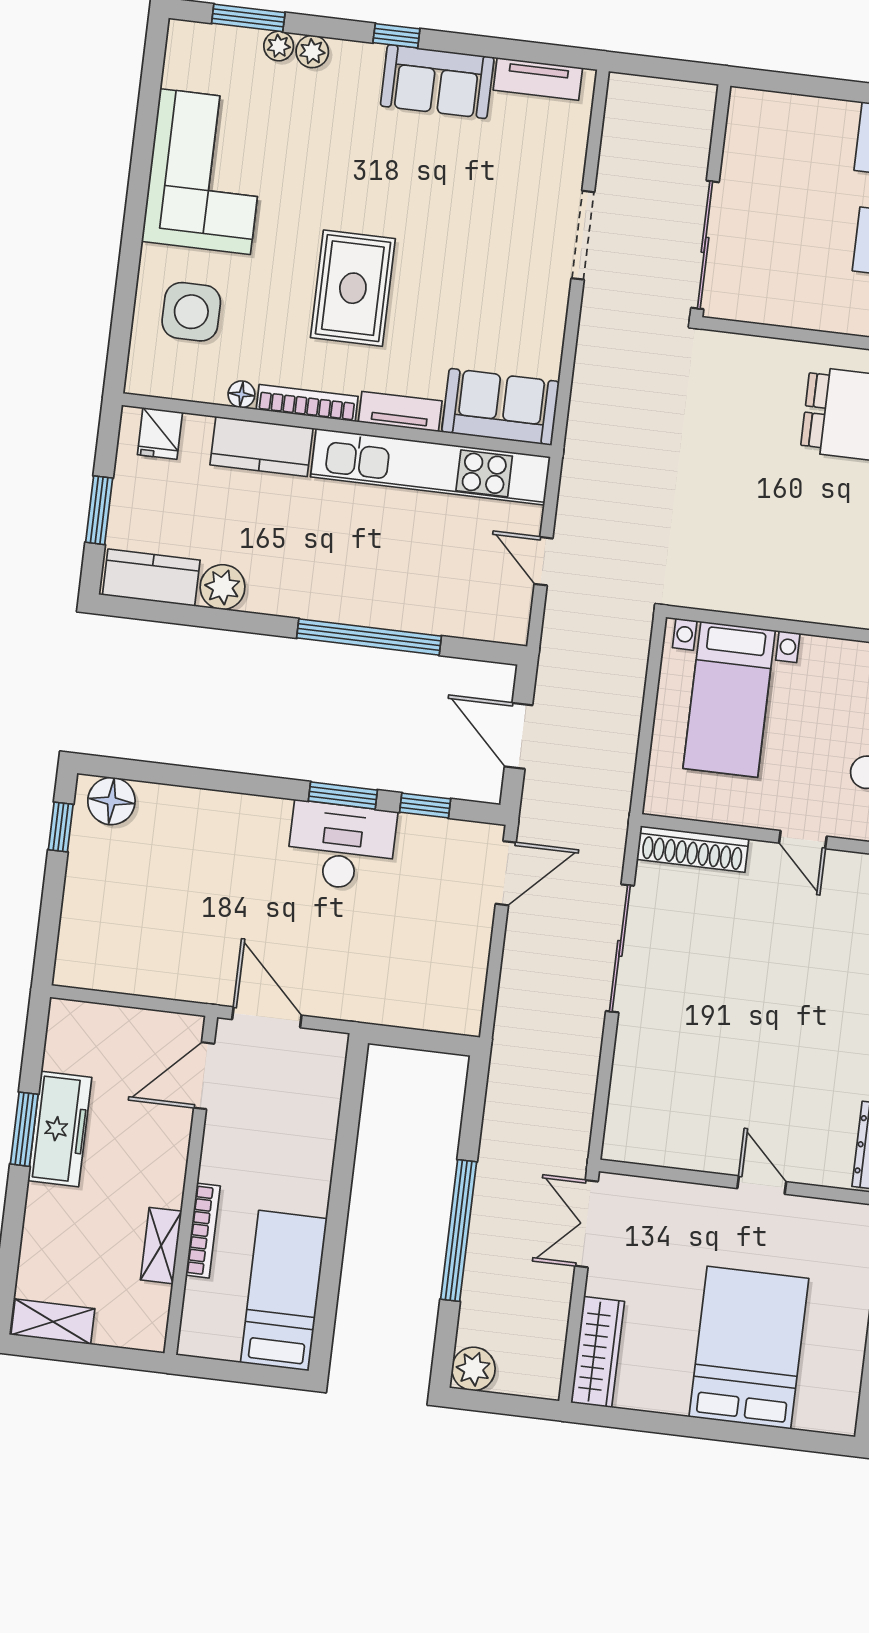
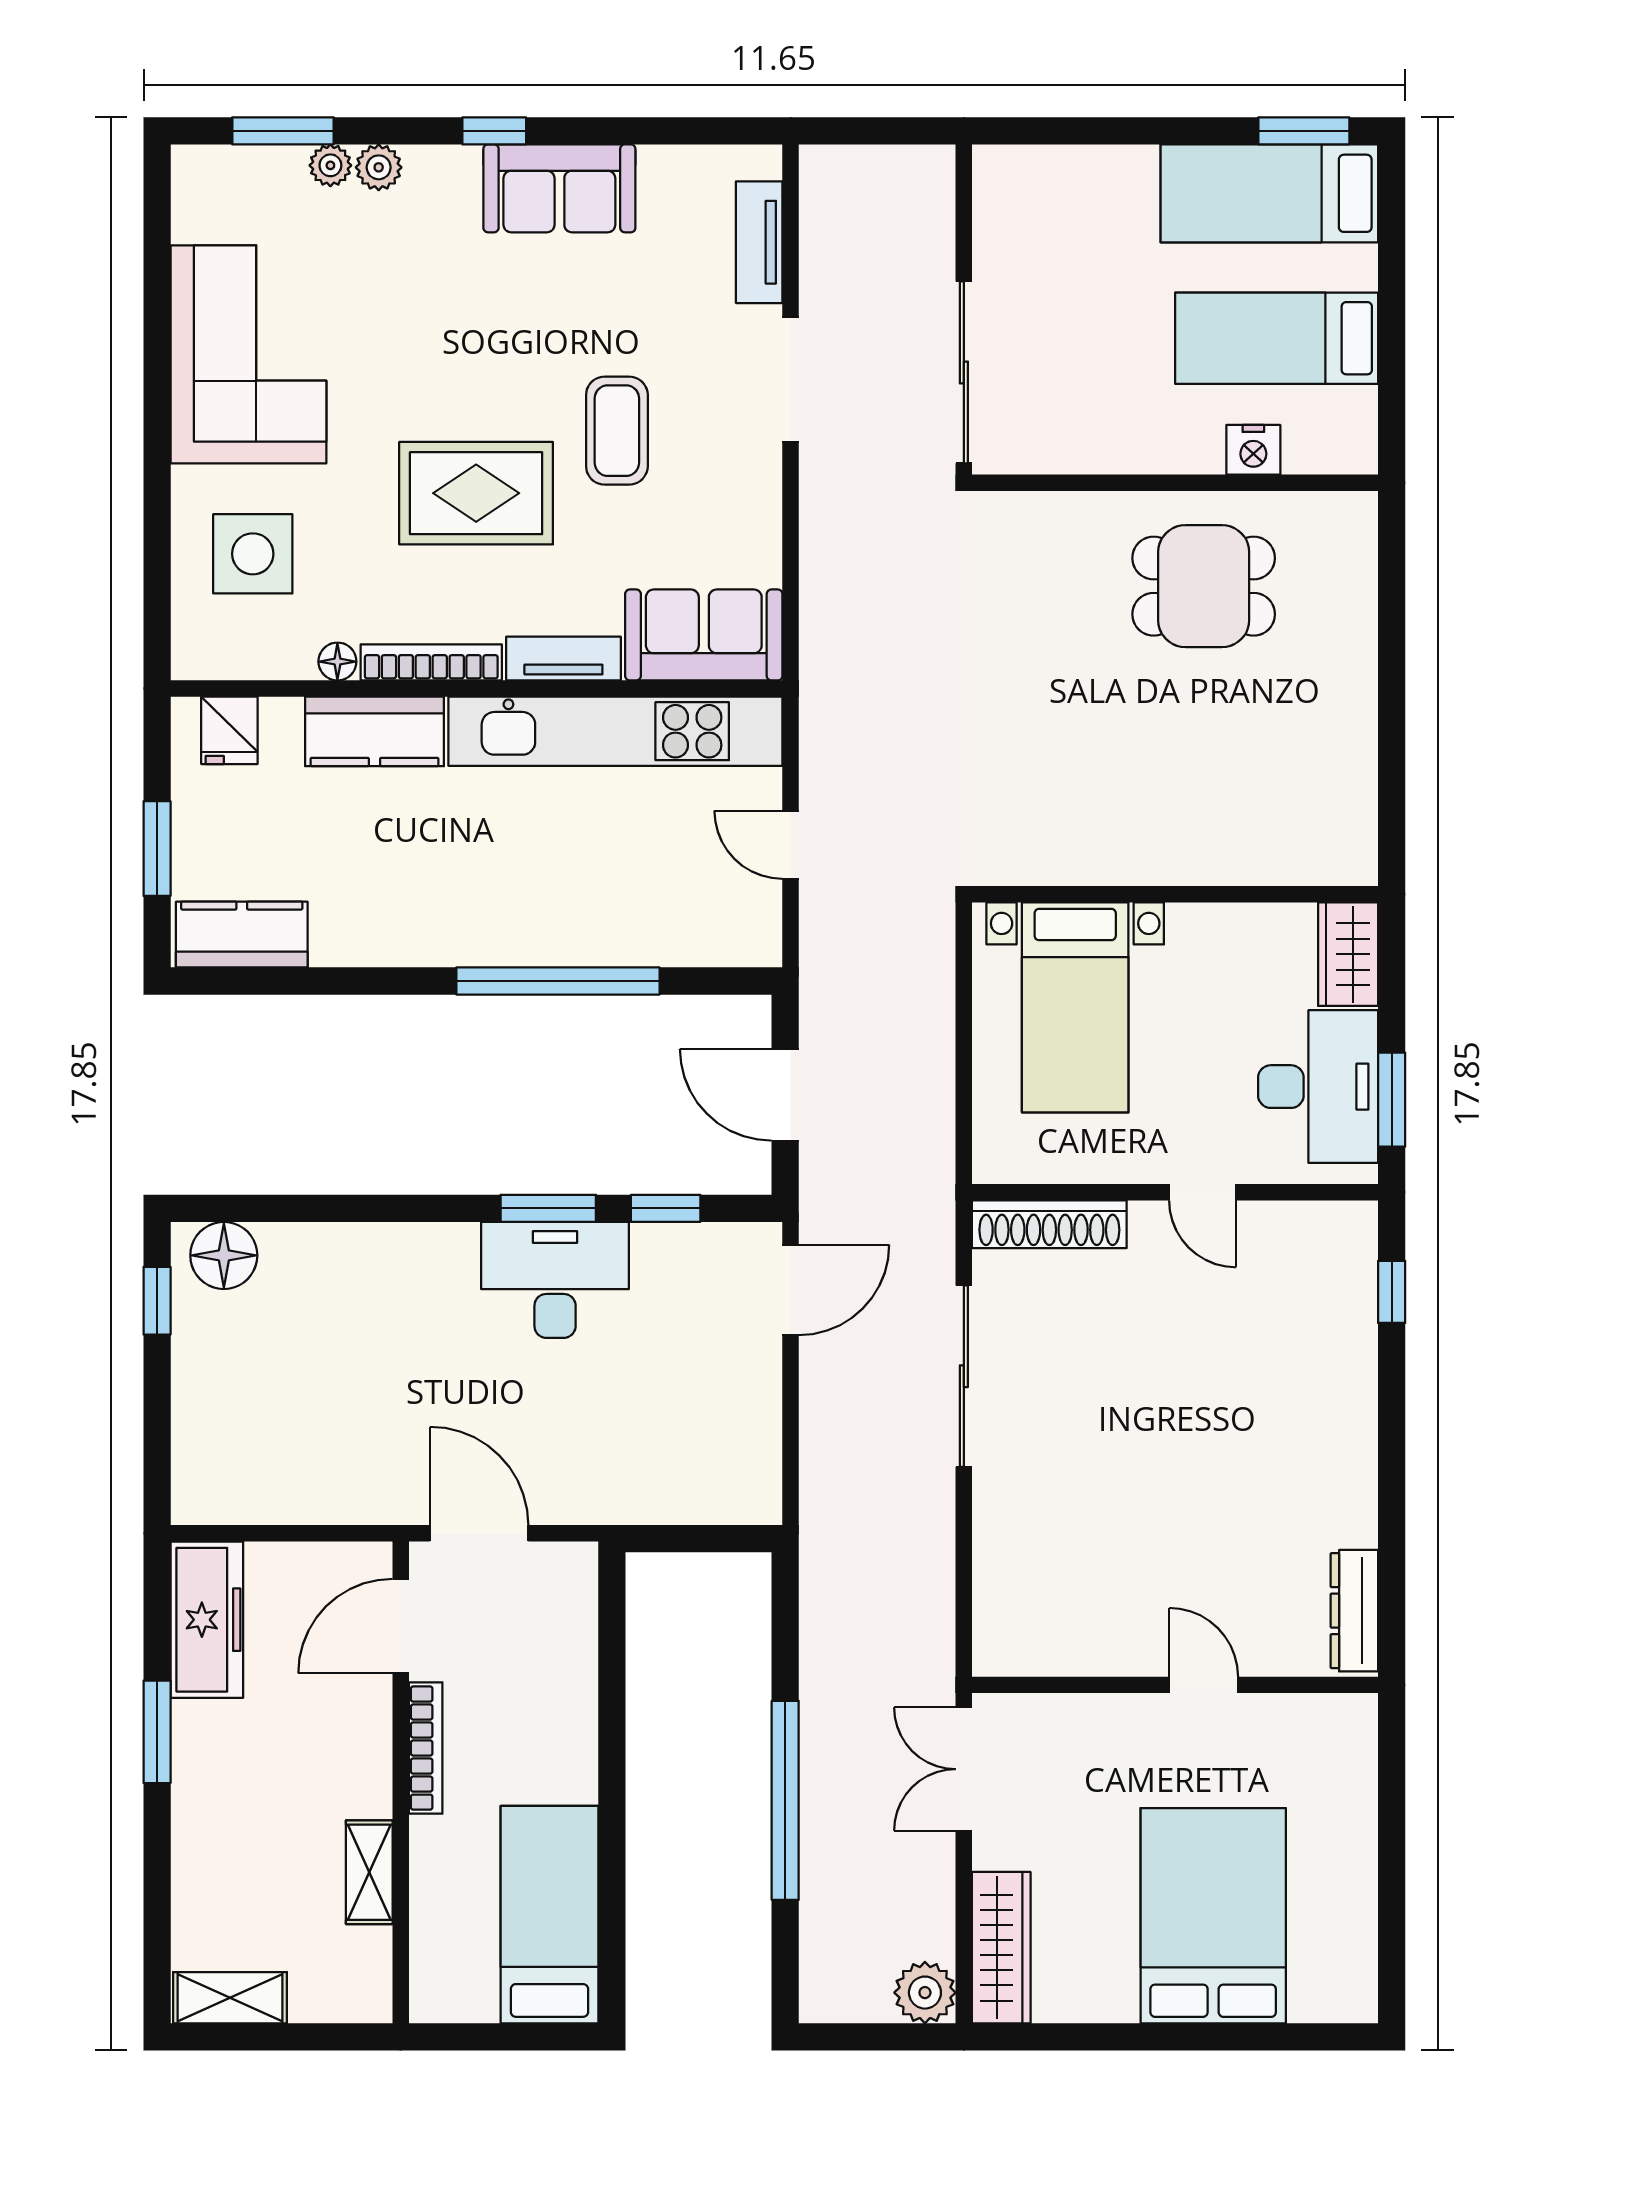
tv unit: (538, 79) -> (759, 242), moved, turned 90
coffee table: (457, 256) -> (617, 431), added
rug: (353, 288) -> (476, 493), turned 90
plant: (223, 587) -> (344, 936), removed
freezer: (60, 1129) -> (207, 1620), moved
bookcase: (203, 1231) -> (426, 1748), moved
plant: (473, 1369) -> (925, 1993), moved

